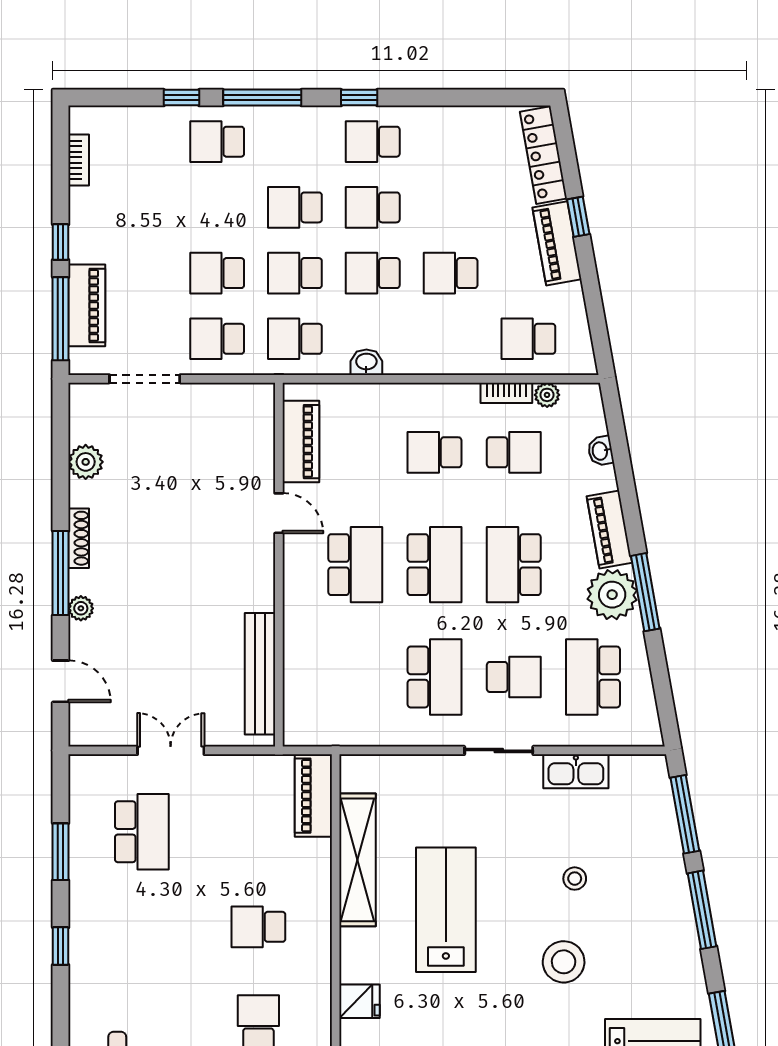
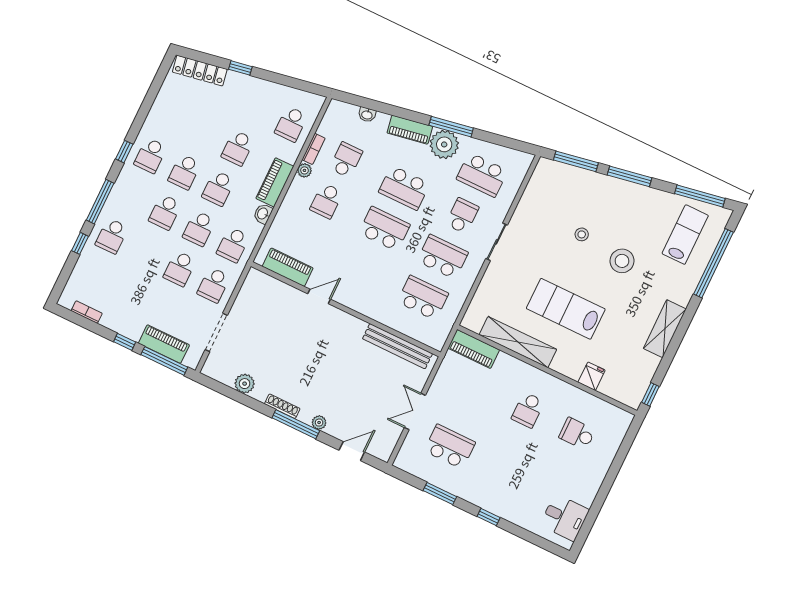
piano: (557, 243) -> (275, 182), moved, turned 100
plant: (547, 395) -> (304, 170), moved
school desk: (355, 565) -> (423, 298), moved
kitchen sink: (576, 771) -> (527, 207), removed

